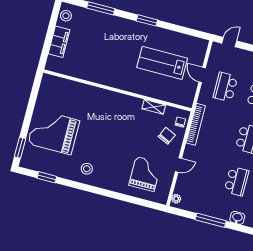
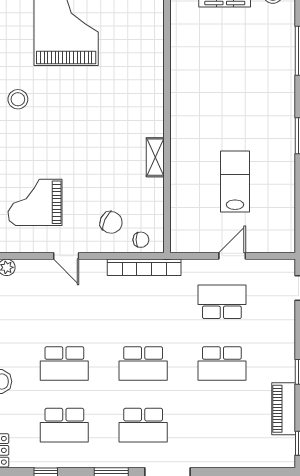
lab bench: (162, 63) -> (235, 181), width x0.73, depth x0.72
shelving: (154, 107) -> (155, 157), moved
grand piano: (145, 174) -> (35, 202), turned 180

